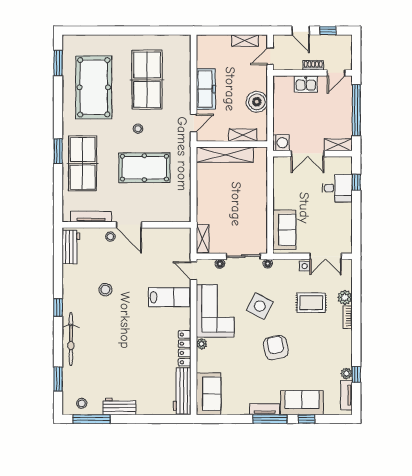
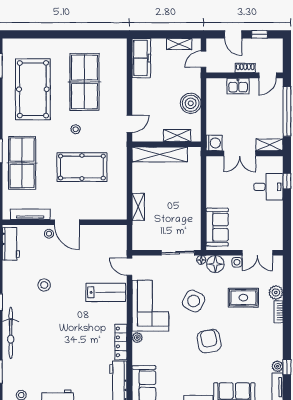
freezer: (206, 89) -> (141, 58), moved
shelving: (203, 239) -> (138, 207), moved
floor lamp: (220, 264) -> (215, 264), moved, width x1.89, depth x1.89

